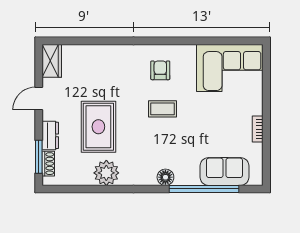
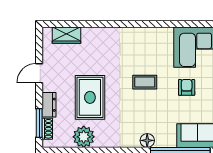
wardrobe: (52, 61) -> (67, 35), moved, turned 90
armchair: (160, 70) -> (187, 87), moved
plant: (106, 173) -> (84, 137), moved

